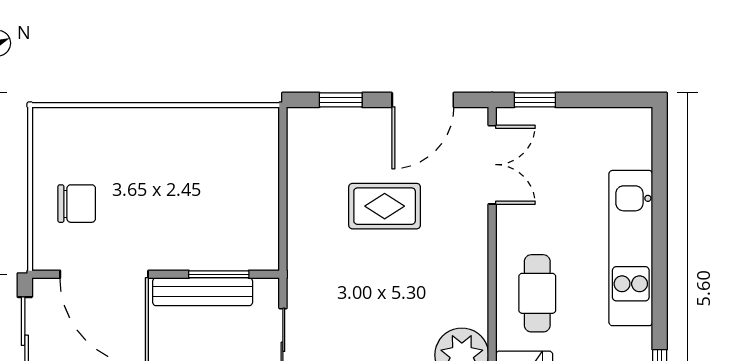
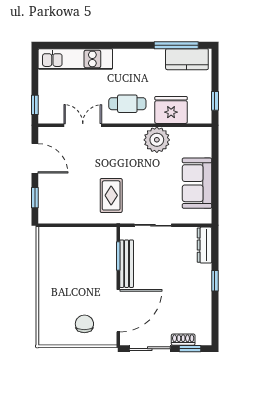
double door: (492, 165) -> (83, 125), moved
rug: (385, 206) -> (111, 195), moved
kitchen unit: (631, 248) -> (75, 59), moved

